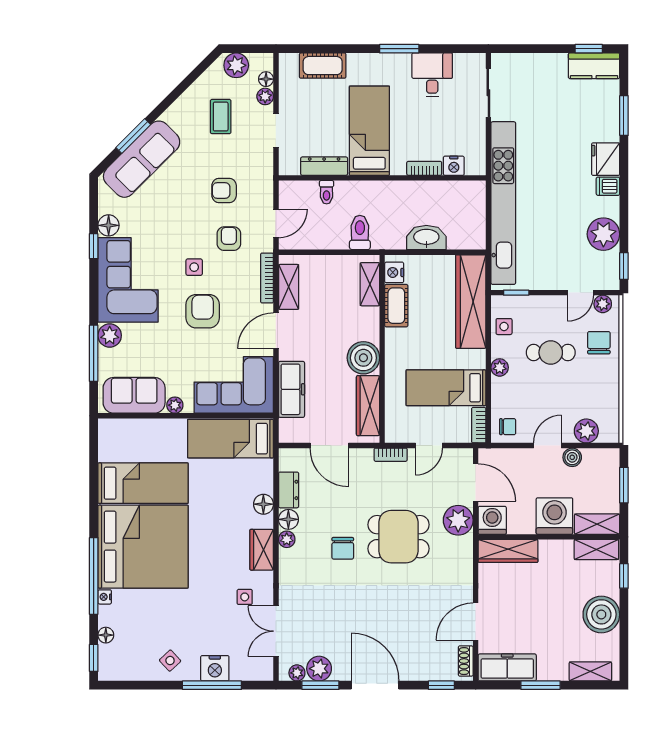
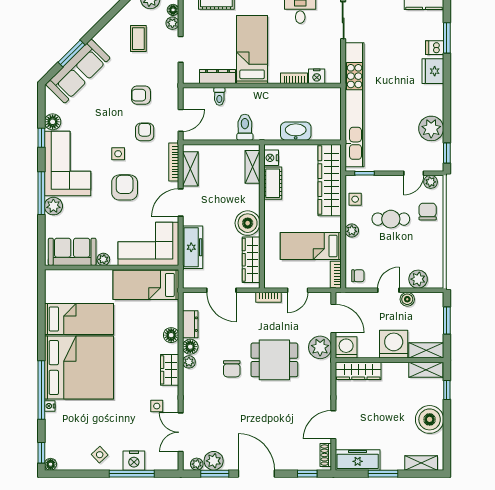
dishwasher: (608, 186) -> (435, 48), moved
window: (94, 353) -> (41, 193), moved
floor lamp: (106, 635) -> (51, 464), moved

